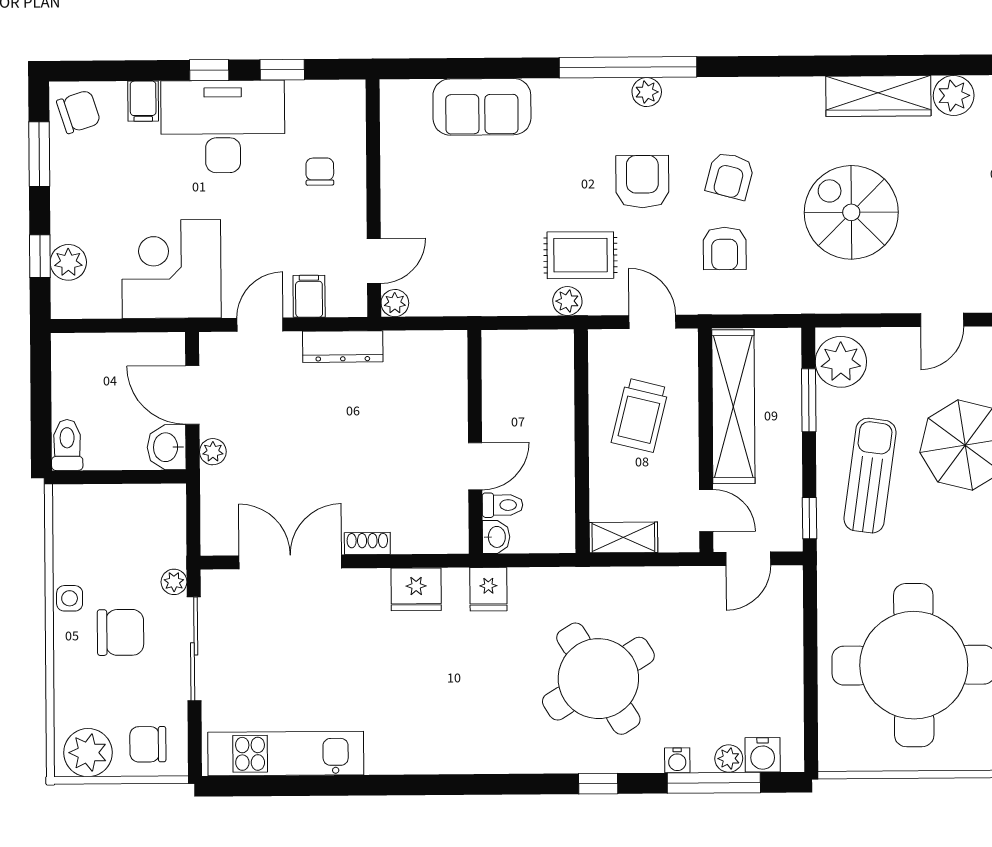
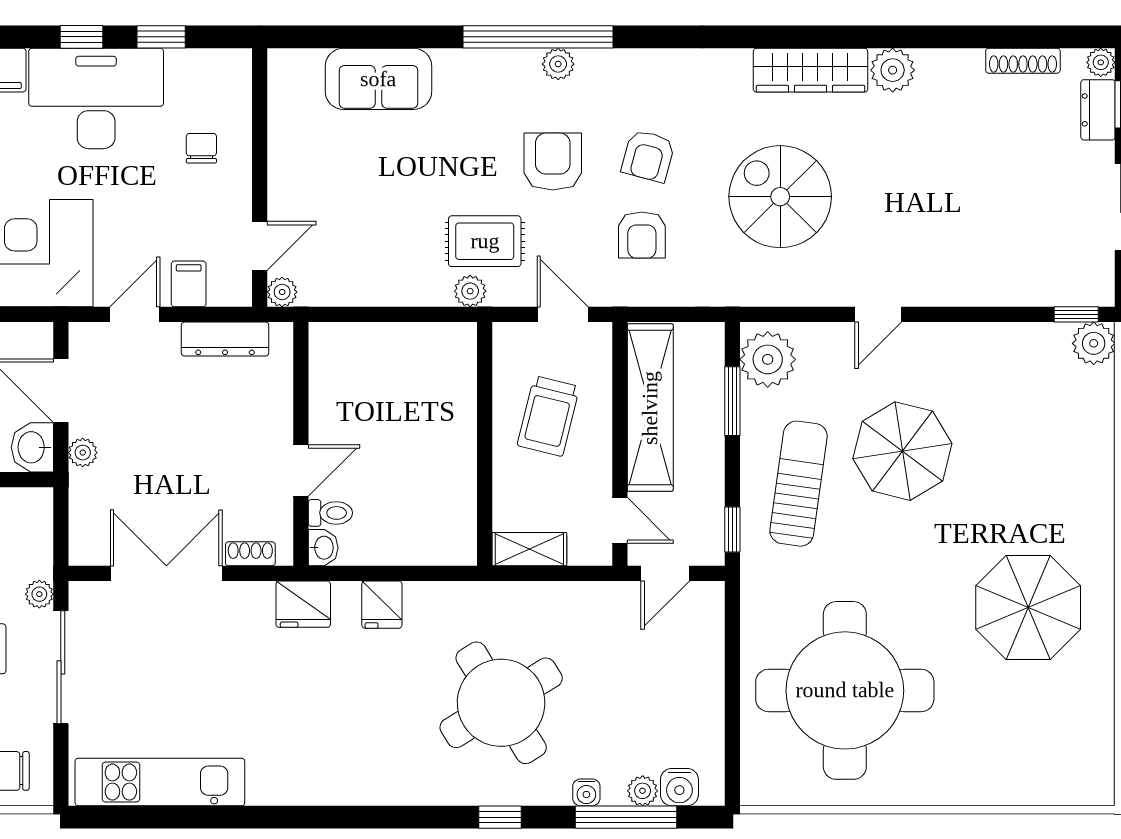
wall: (475, 442) -> (301, 444), moved
door: (475, 466) -> (301, 471), moved
toilet: (503, 505) -> (330, 513), moved
washbasin: (496, 537) -> (323, 548), moved

